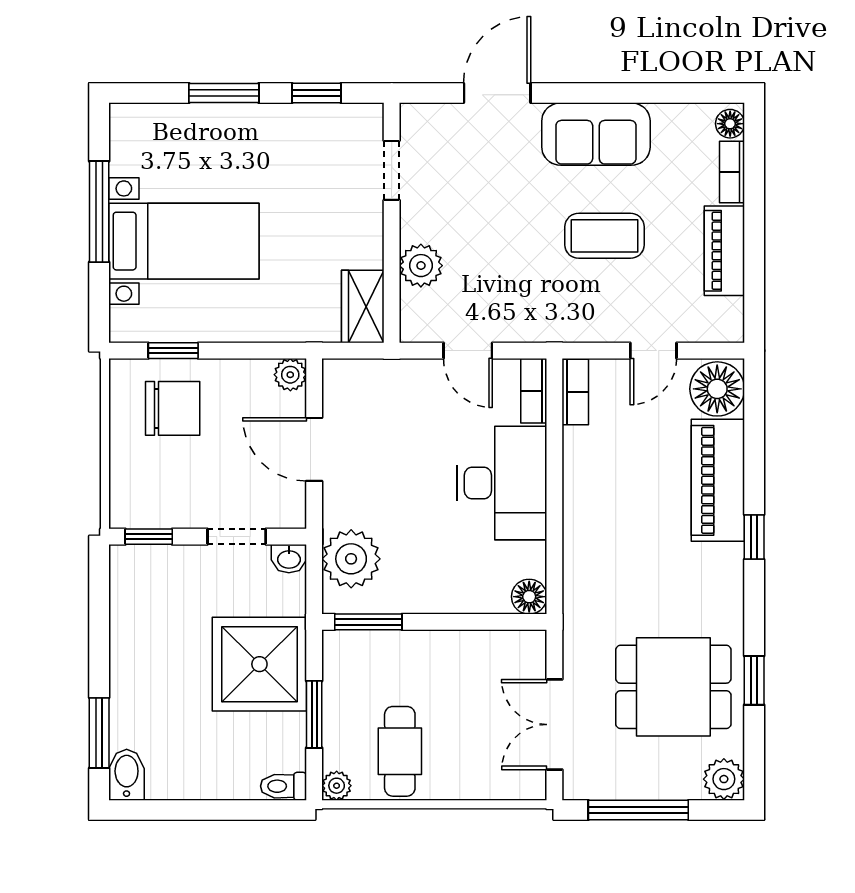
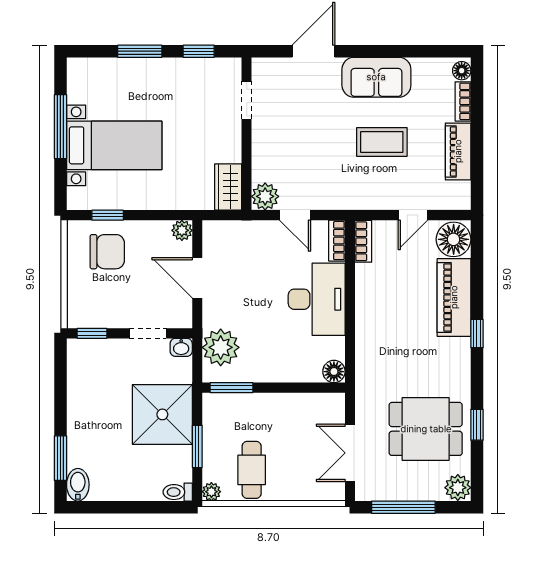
plant: (421, 266) -> (265, 196), moved

